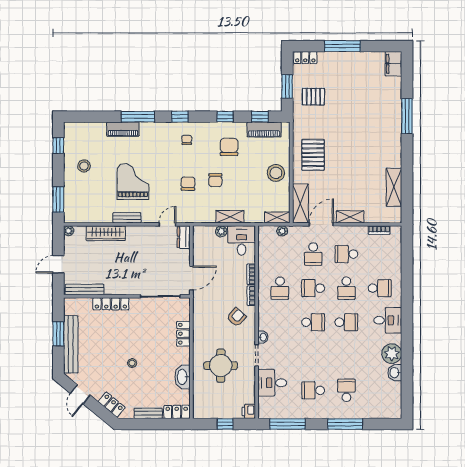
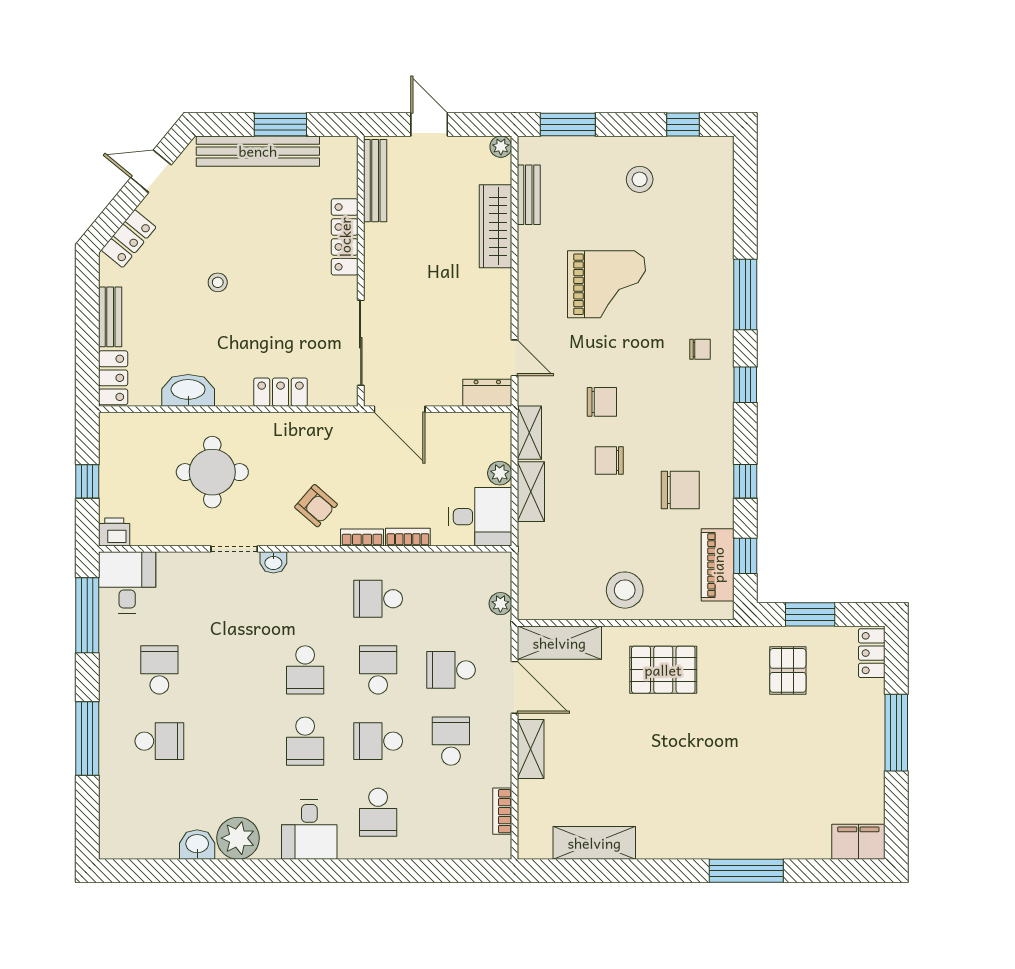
piano: (123, 129) -> (718, 263), removed
chair: (187, 140) -> (700, 349), moved
shelving: (277, 217) -> (529, 433), moved
bench: (127, 218) -> (529, 195), moved
desk: (272, 383) -> (127, 582), moved

